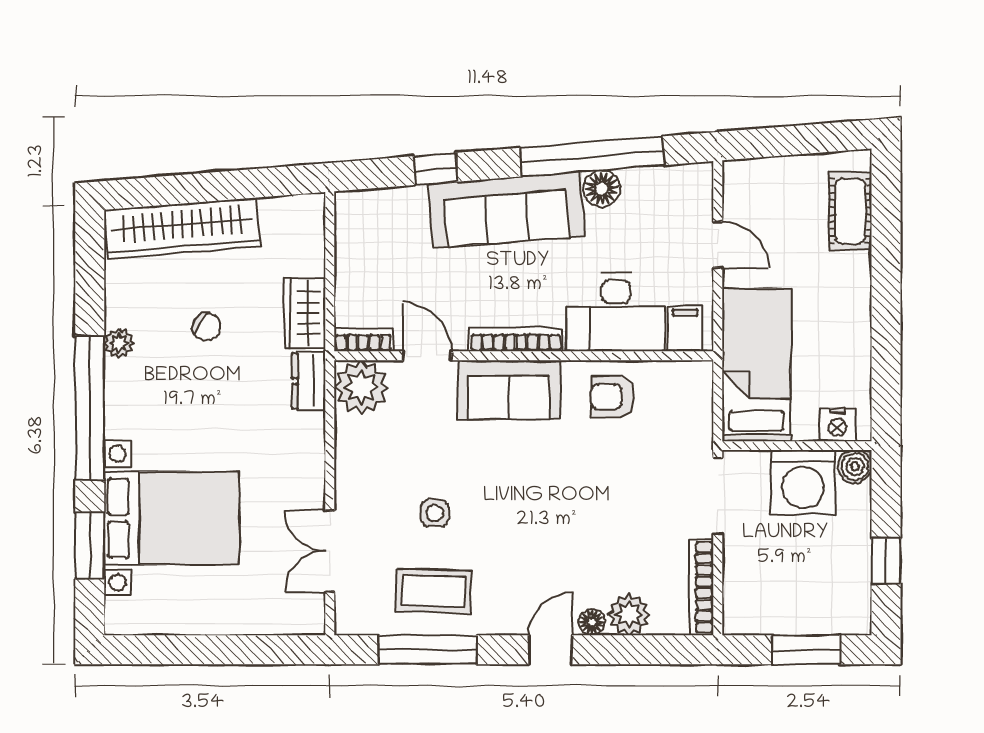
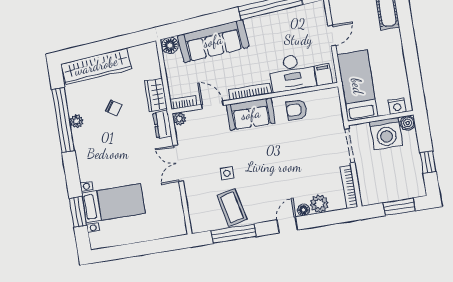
window: (436, 169) -> (203, 22), removed
floor lamp: (602, 189) -> (170, 45), moved
sofa: (506, 210) -> (213, 41), moved
door: (718, 245) -> (332, 36), hinge flipped
plant: (361, 387) -> (179, 119), width x0.53, depth x0.53
window: (90, 408) -> (63, 120), moved
bed with nightstands: (171, 518) -> (113, 203), width x0.73
double door: (330, 551) -> (178, 163), moved
coffee table: (434, 591) -> (232, 208), turned 76

